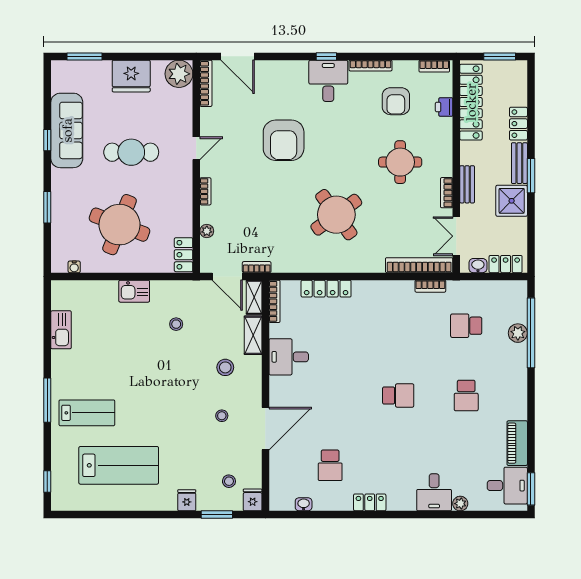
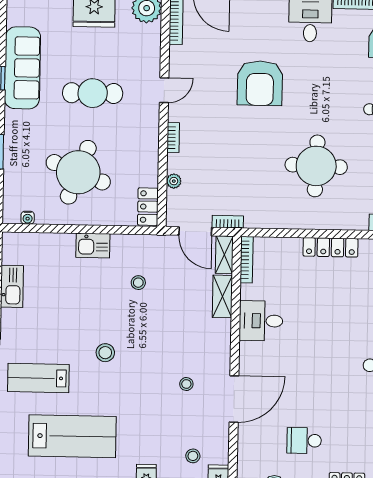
round table: (336, 215) -> (316, 166), turned 38
locker: (326, 289) -> (330, 247), moved
stool: (225, 367) -> (105, 353), moved
lab bench: (87, 413) -> (38, 378), turned 180
school desk: (330, 465) -> (304, 441), turned 90

